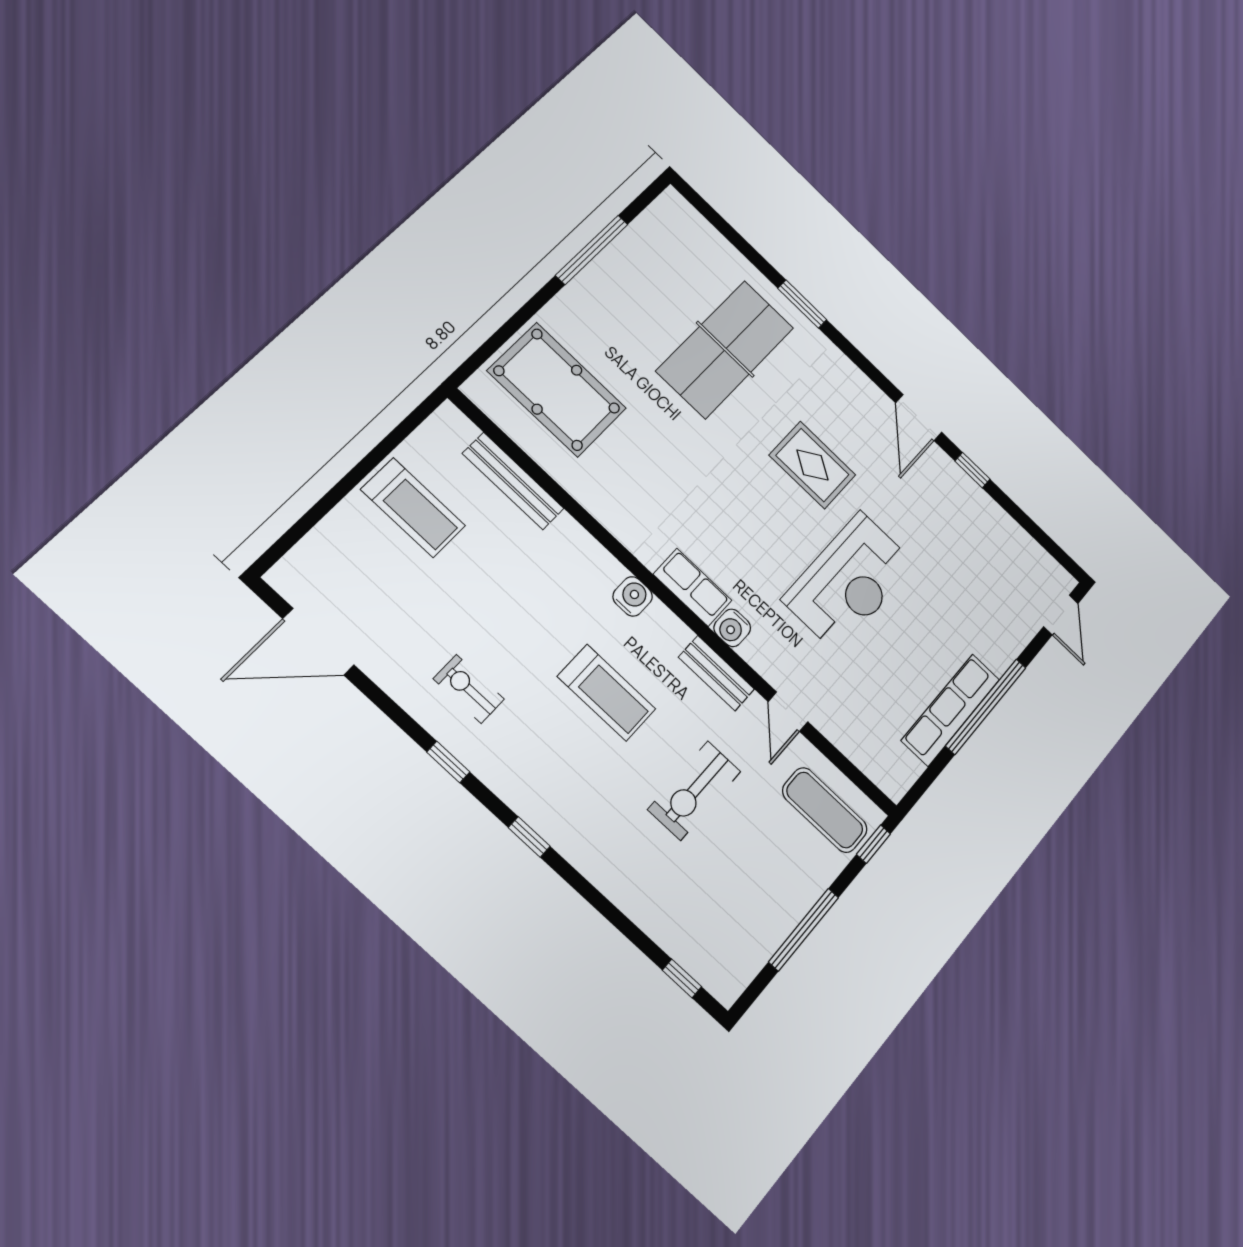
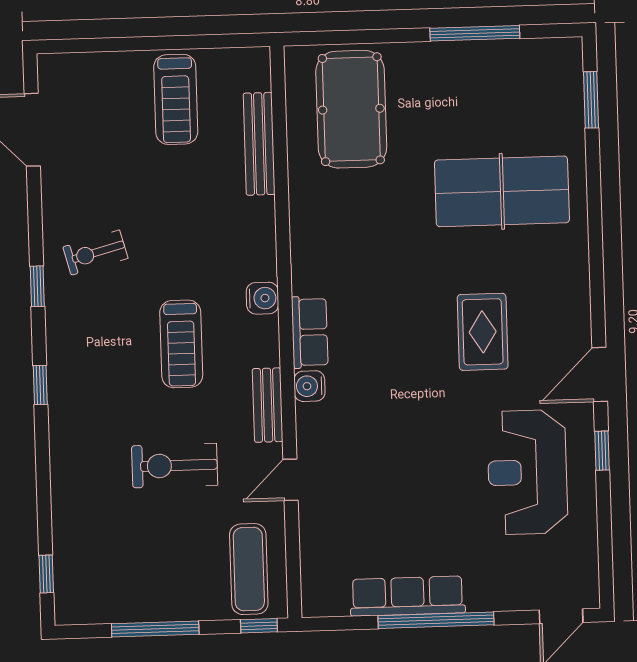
window: (802, 304) -> (591, 100), moved
reception desk: (849, 582) -> (527, 472), moved, turned 90
exercise bike: (469, 689) -> (95, 253), turned -105

